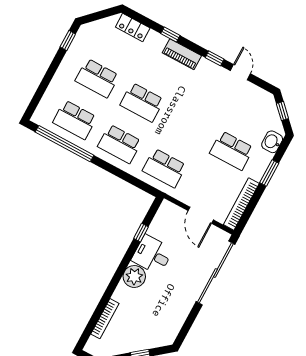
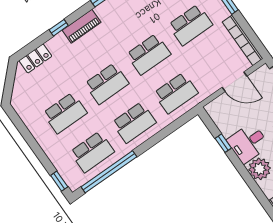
window: (68, 40) -> (59, 181), moved
school desk: (187, 126) -> (149, 54), added

